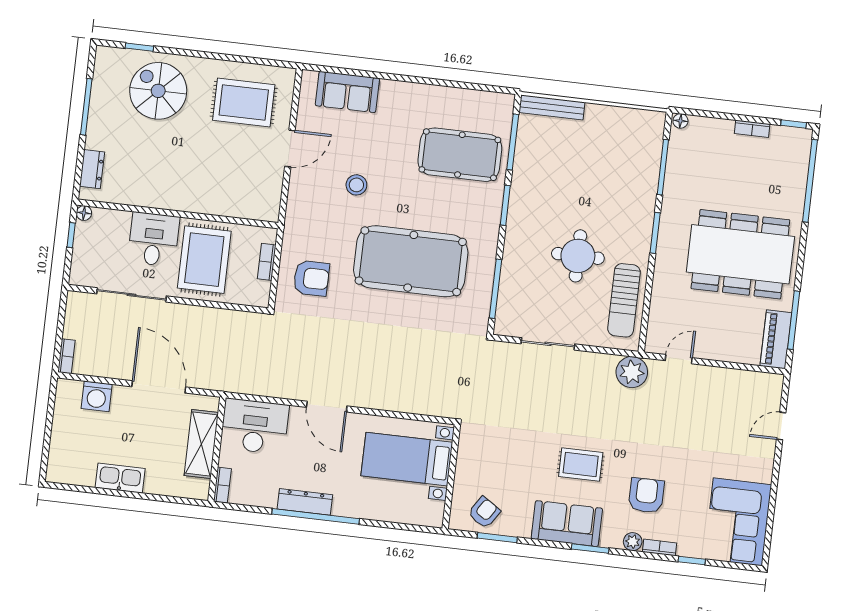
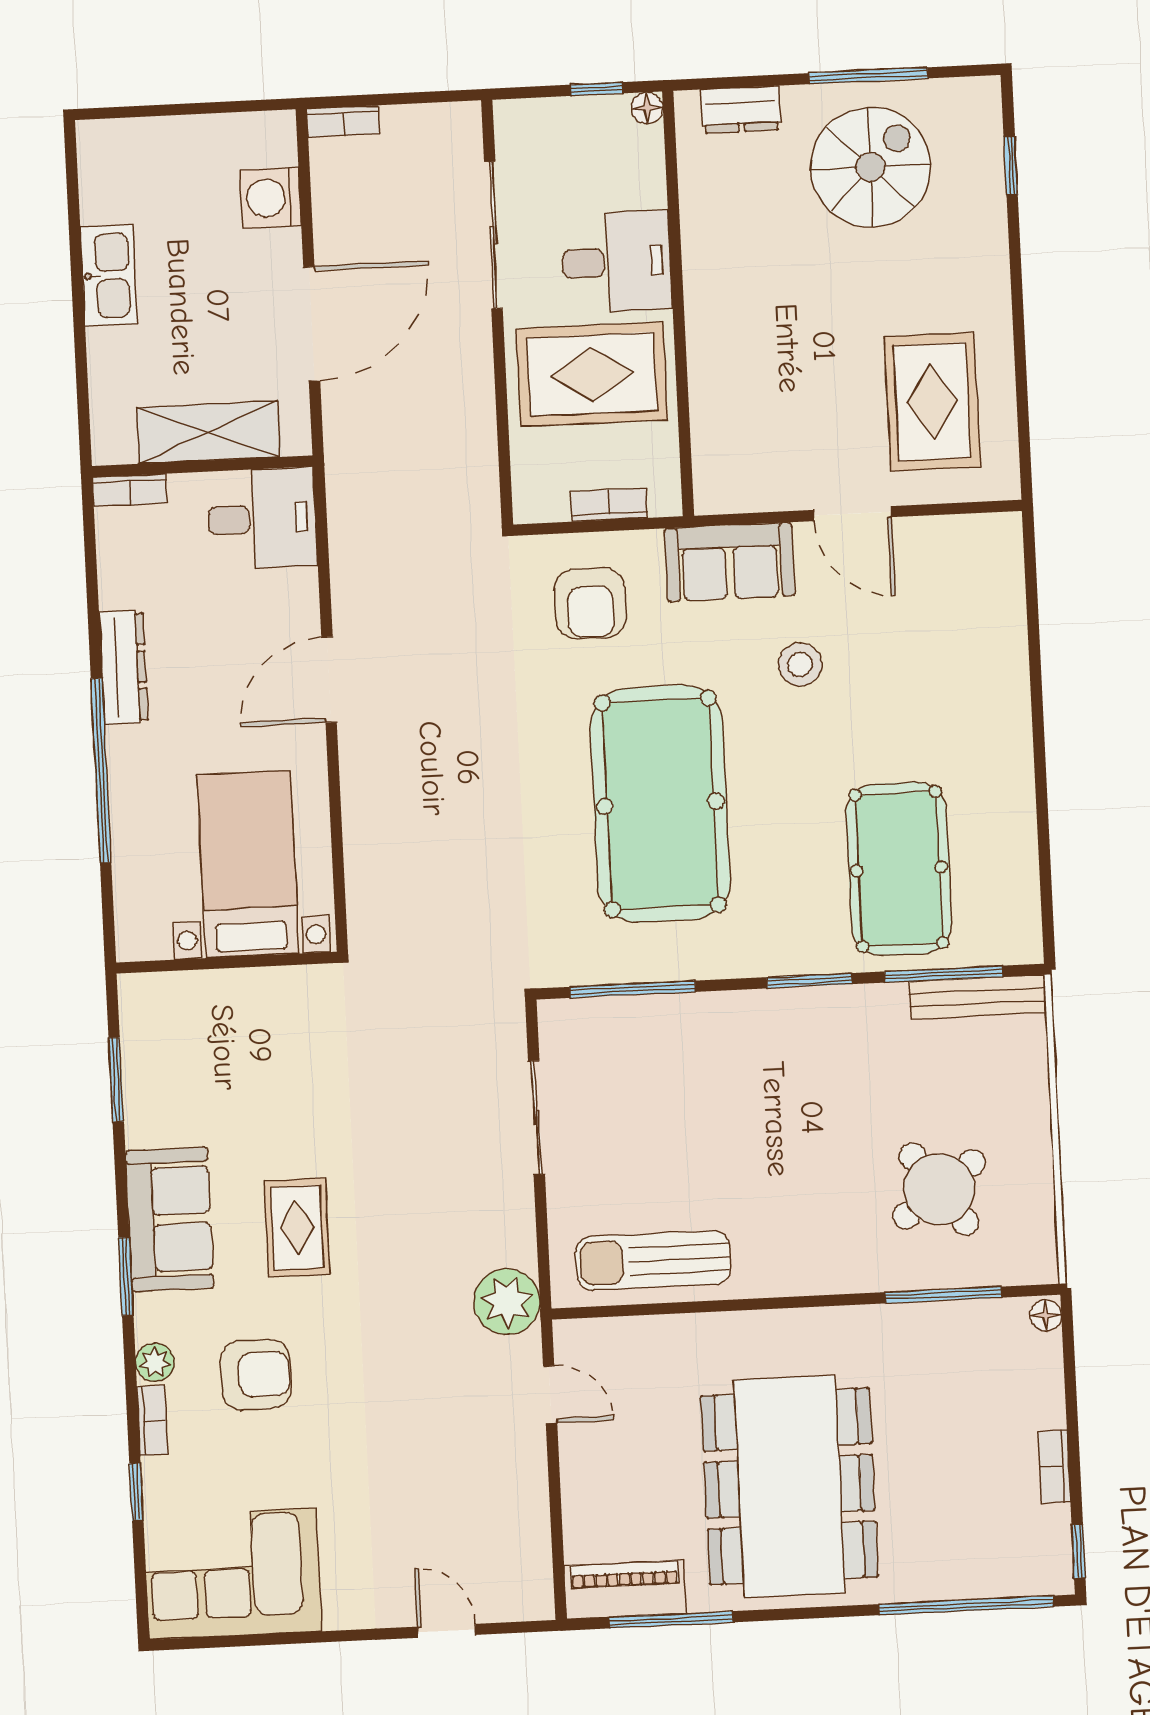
spiral stairs: (158, 91) -> (871, 167), moved
sofa: (347, 92) -> (730, 562), moved, turned -90
bench: (552, 107) -> (978, 997), moved, turned 90
window: (655, 233) -> (804, 1302), removed
round table: (578, 256) -> (939, 1189), moved, turned -36
desk: (255, 426) -> (262, 519), width x0.73
armchair: (484, 512) -> (164, 1044), removed
window: (316, 516) -> (101, 771), moved

